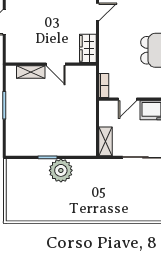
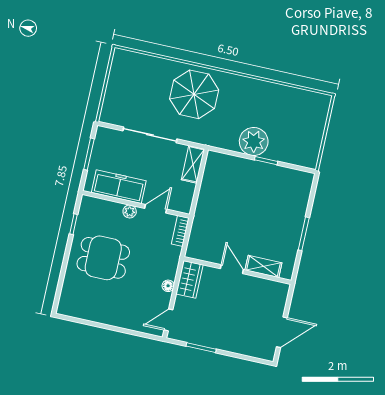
floor lamp: (104, 39) -> (168, 286), added
plant: (148, 92) -> (130, 212), added
parasol: (117, 198) -> (194, 94), added

